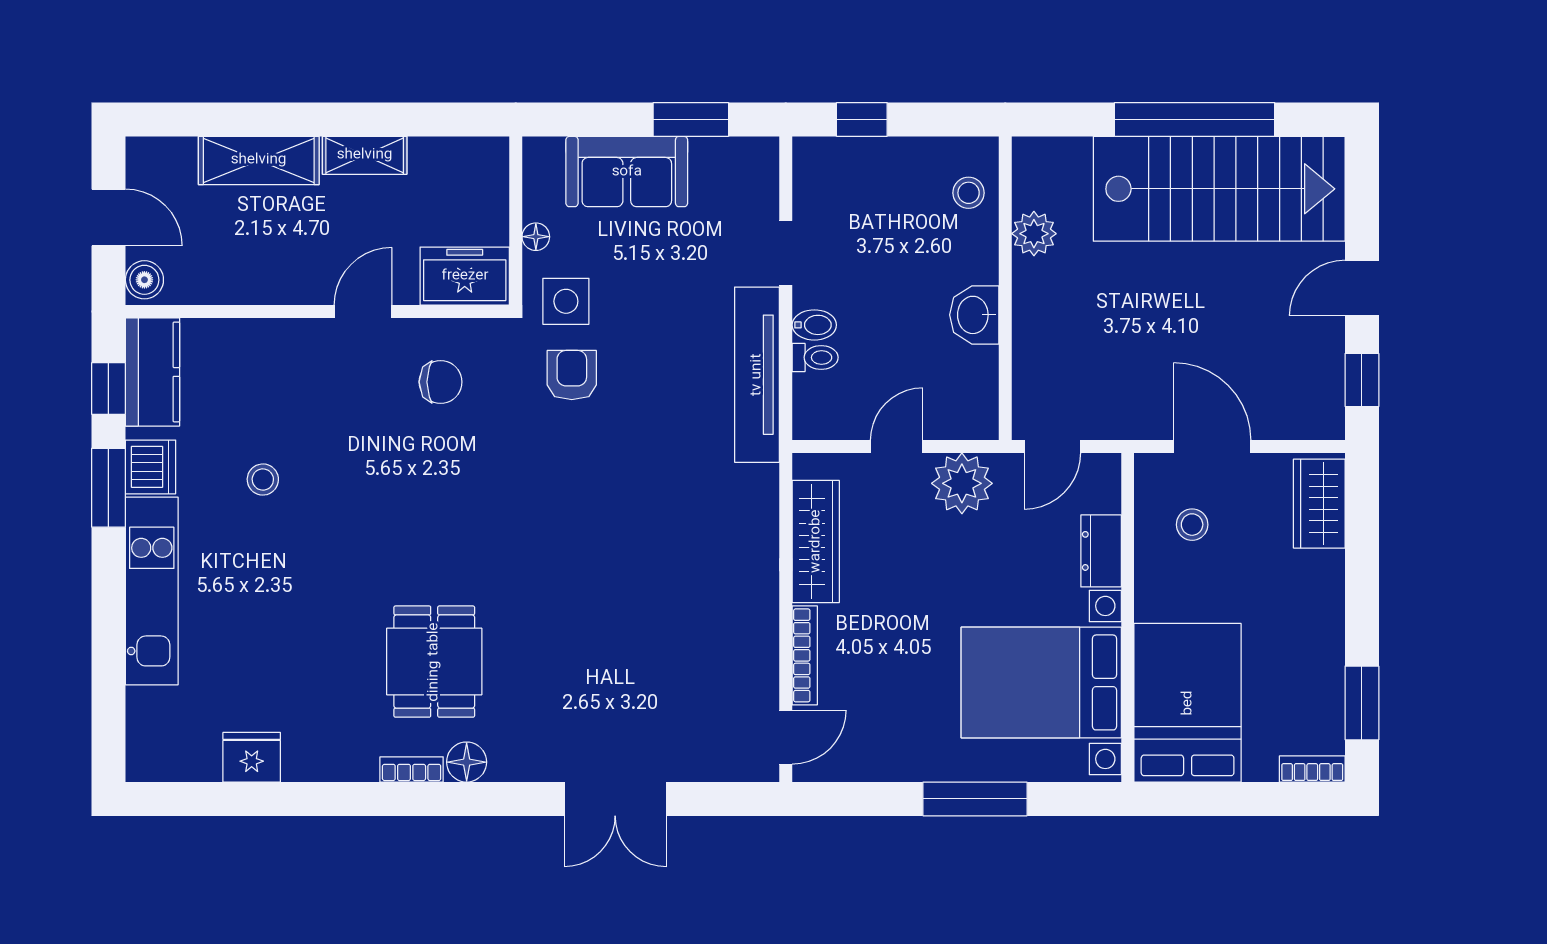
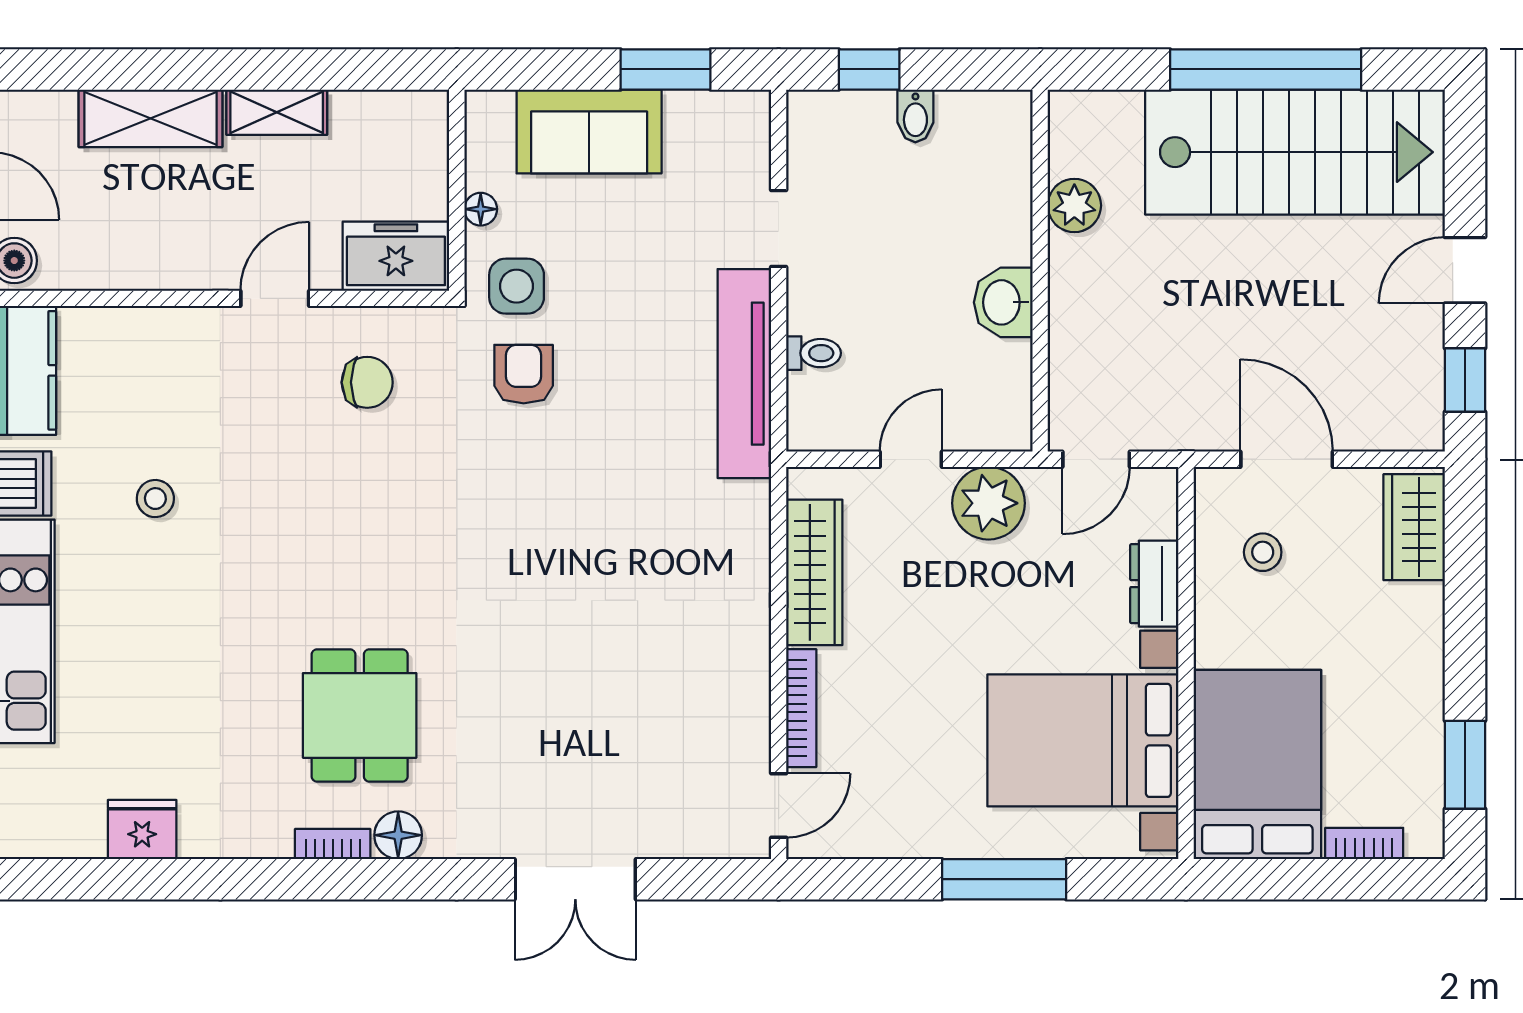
stool: (969, 193) -> (996, 157), removed
bidet: (814, 325) -> (915, 116), moved, turned 90
bookcase: (1312, 769) -> (1364, 843), moved

